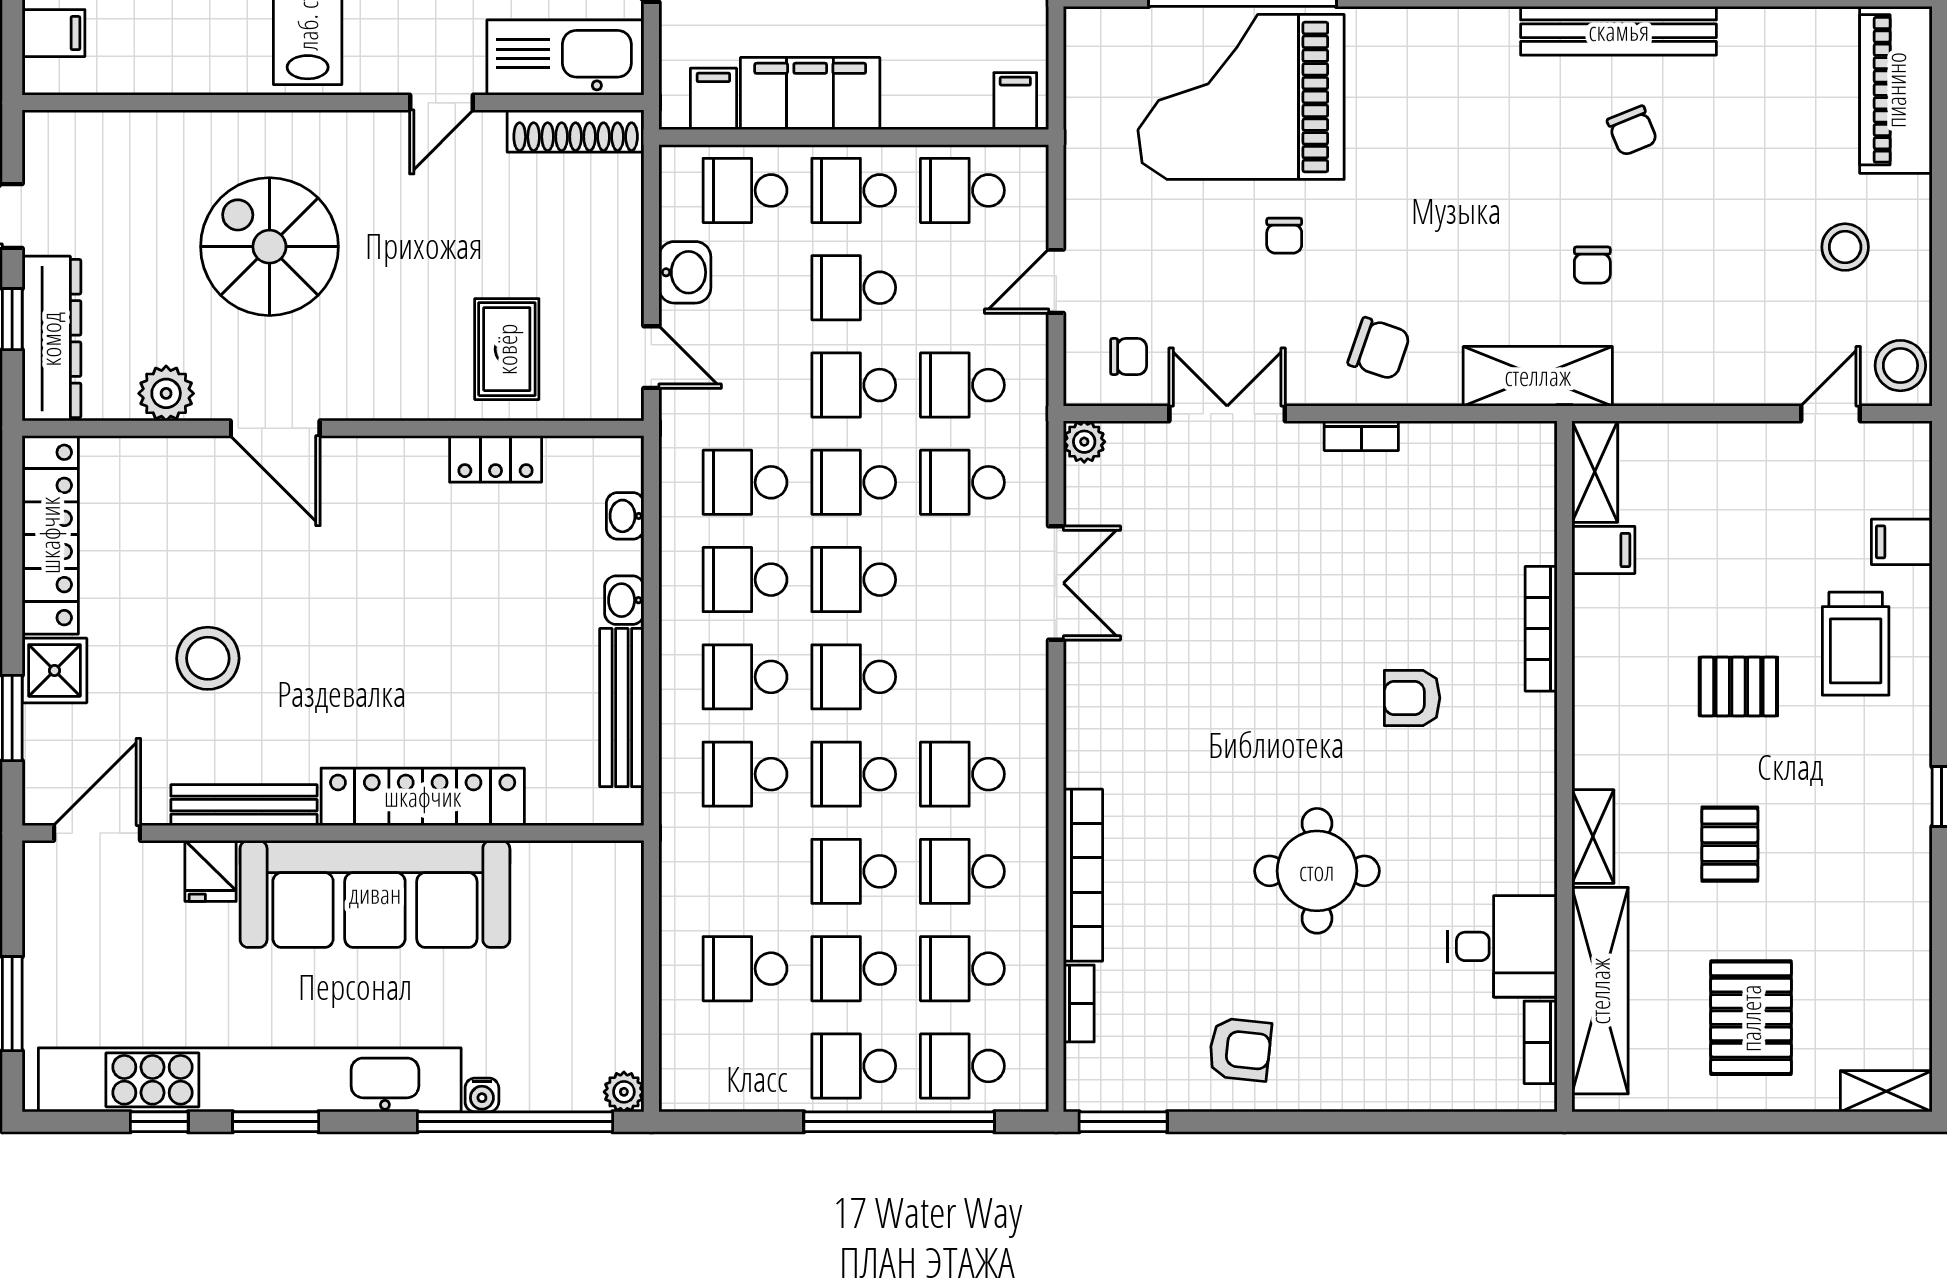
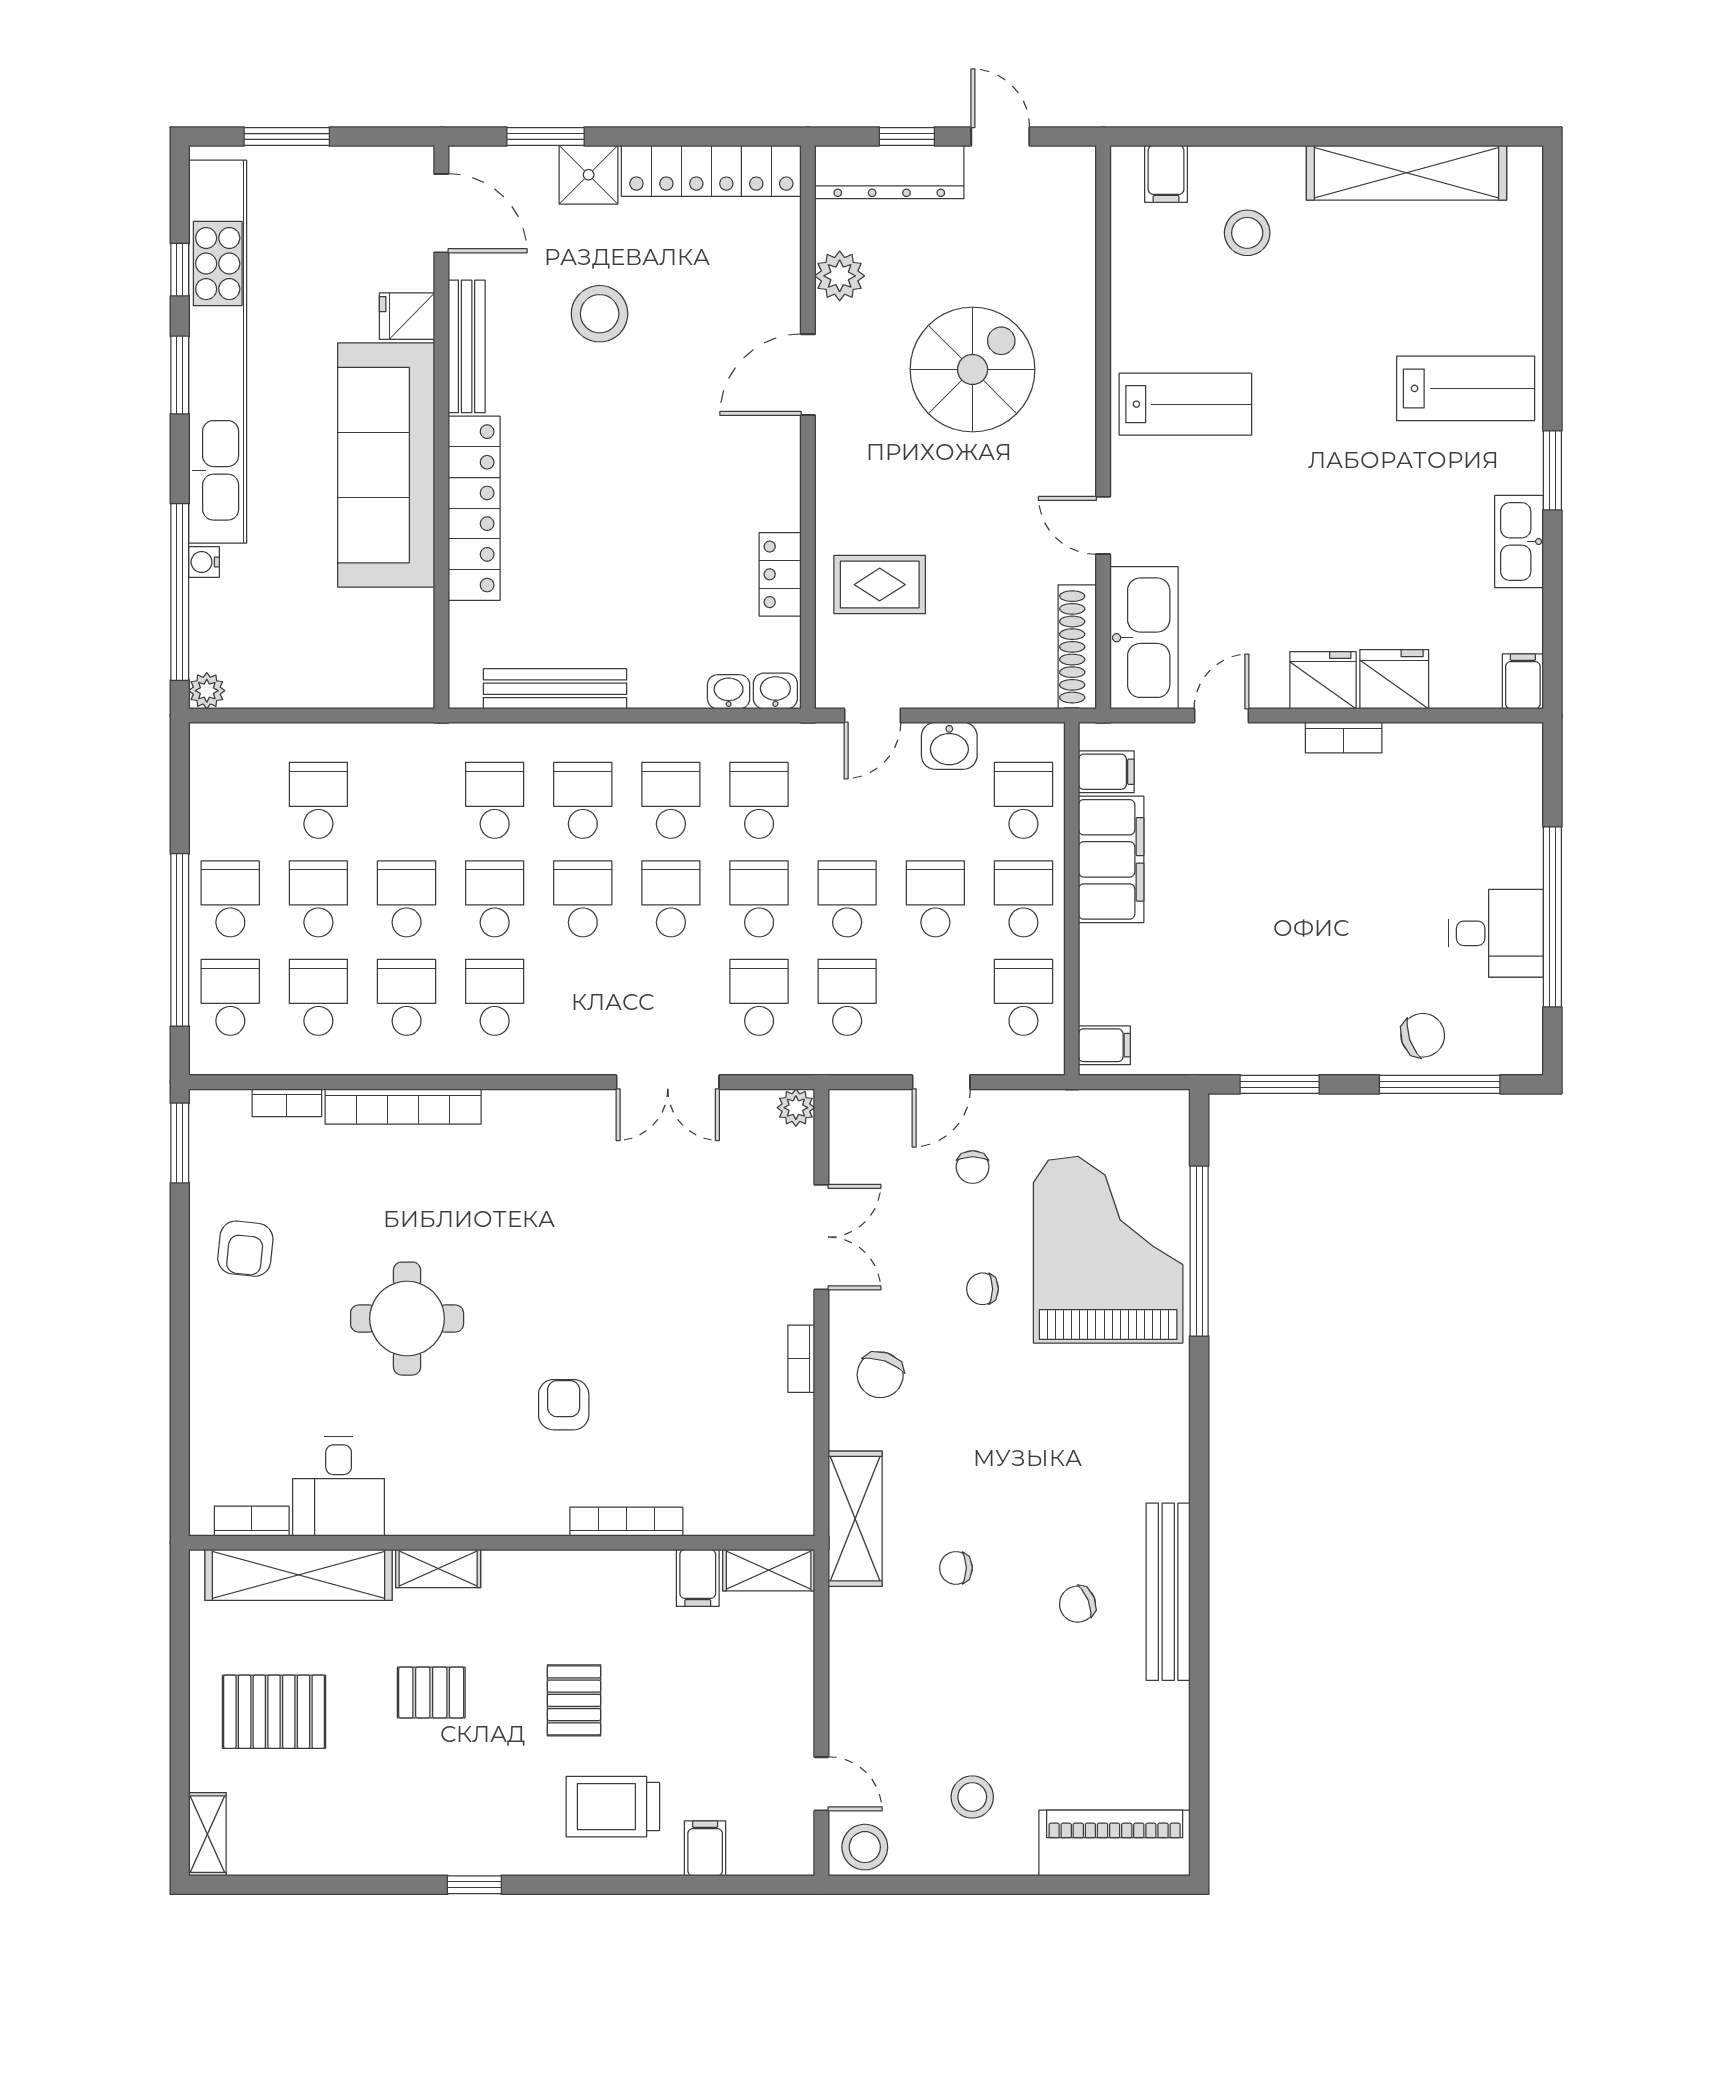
door: (1056, 281) -> (941, 1082), swing flipped
chair: (1129, 356) -> (973, 1167), moved
washbasin: (624, 600) -> (775, 691), moved

